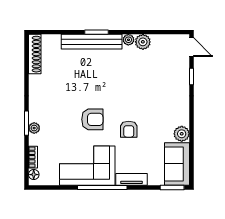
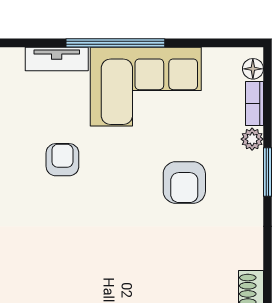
armchair: (92, 119) -> (184, 182), moved, turned -90
plant: (34, 128) -> (252, 139), moved

